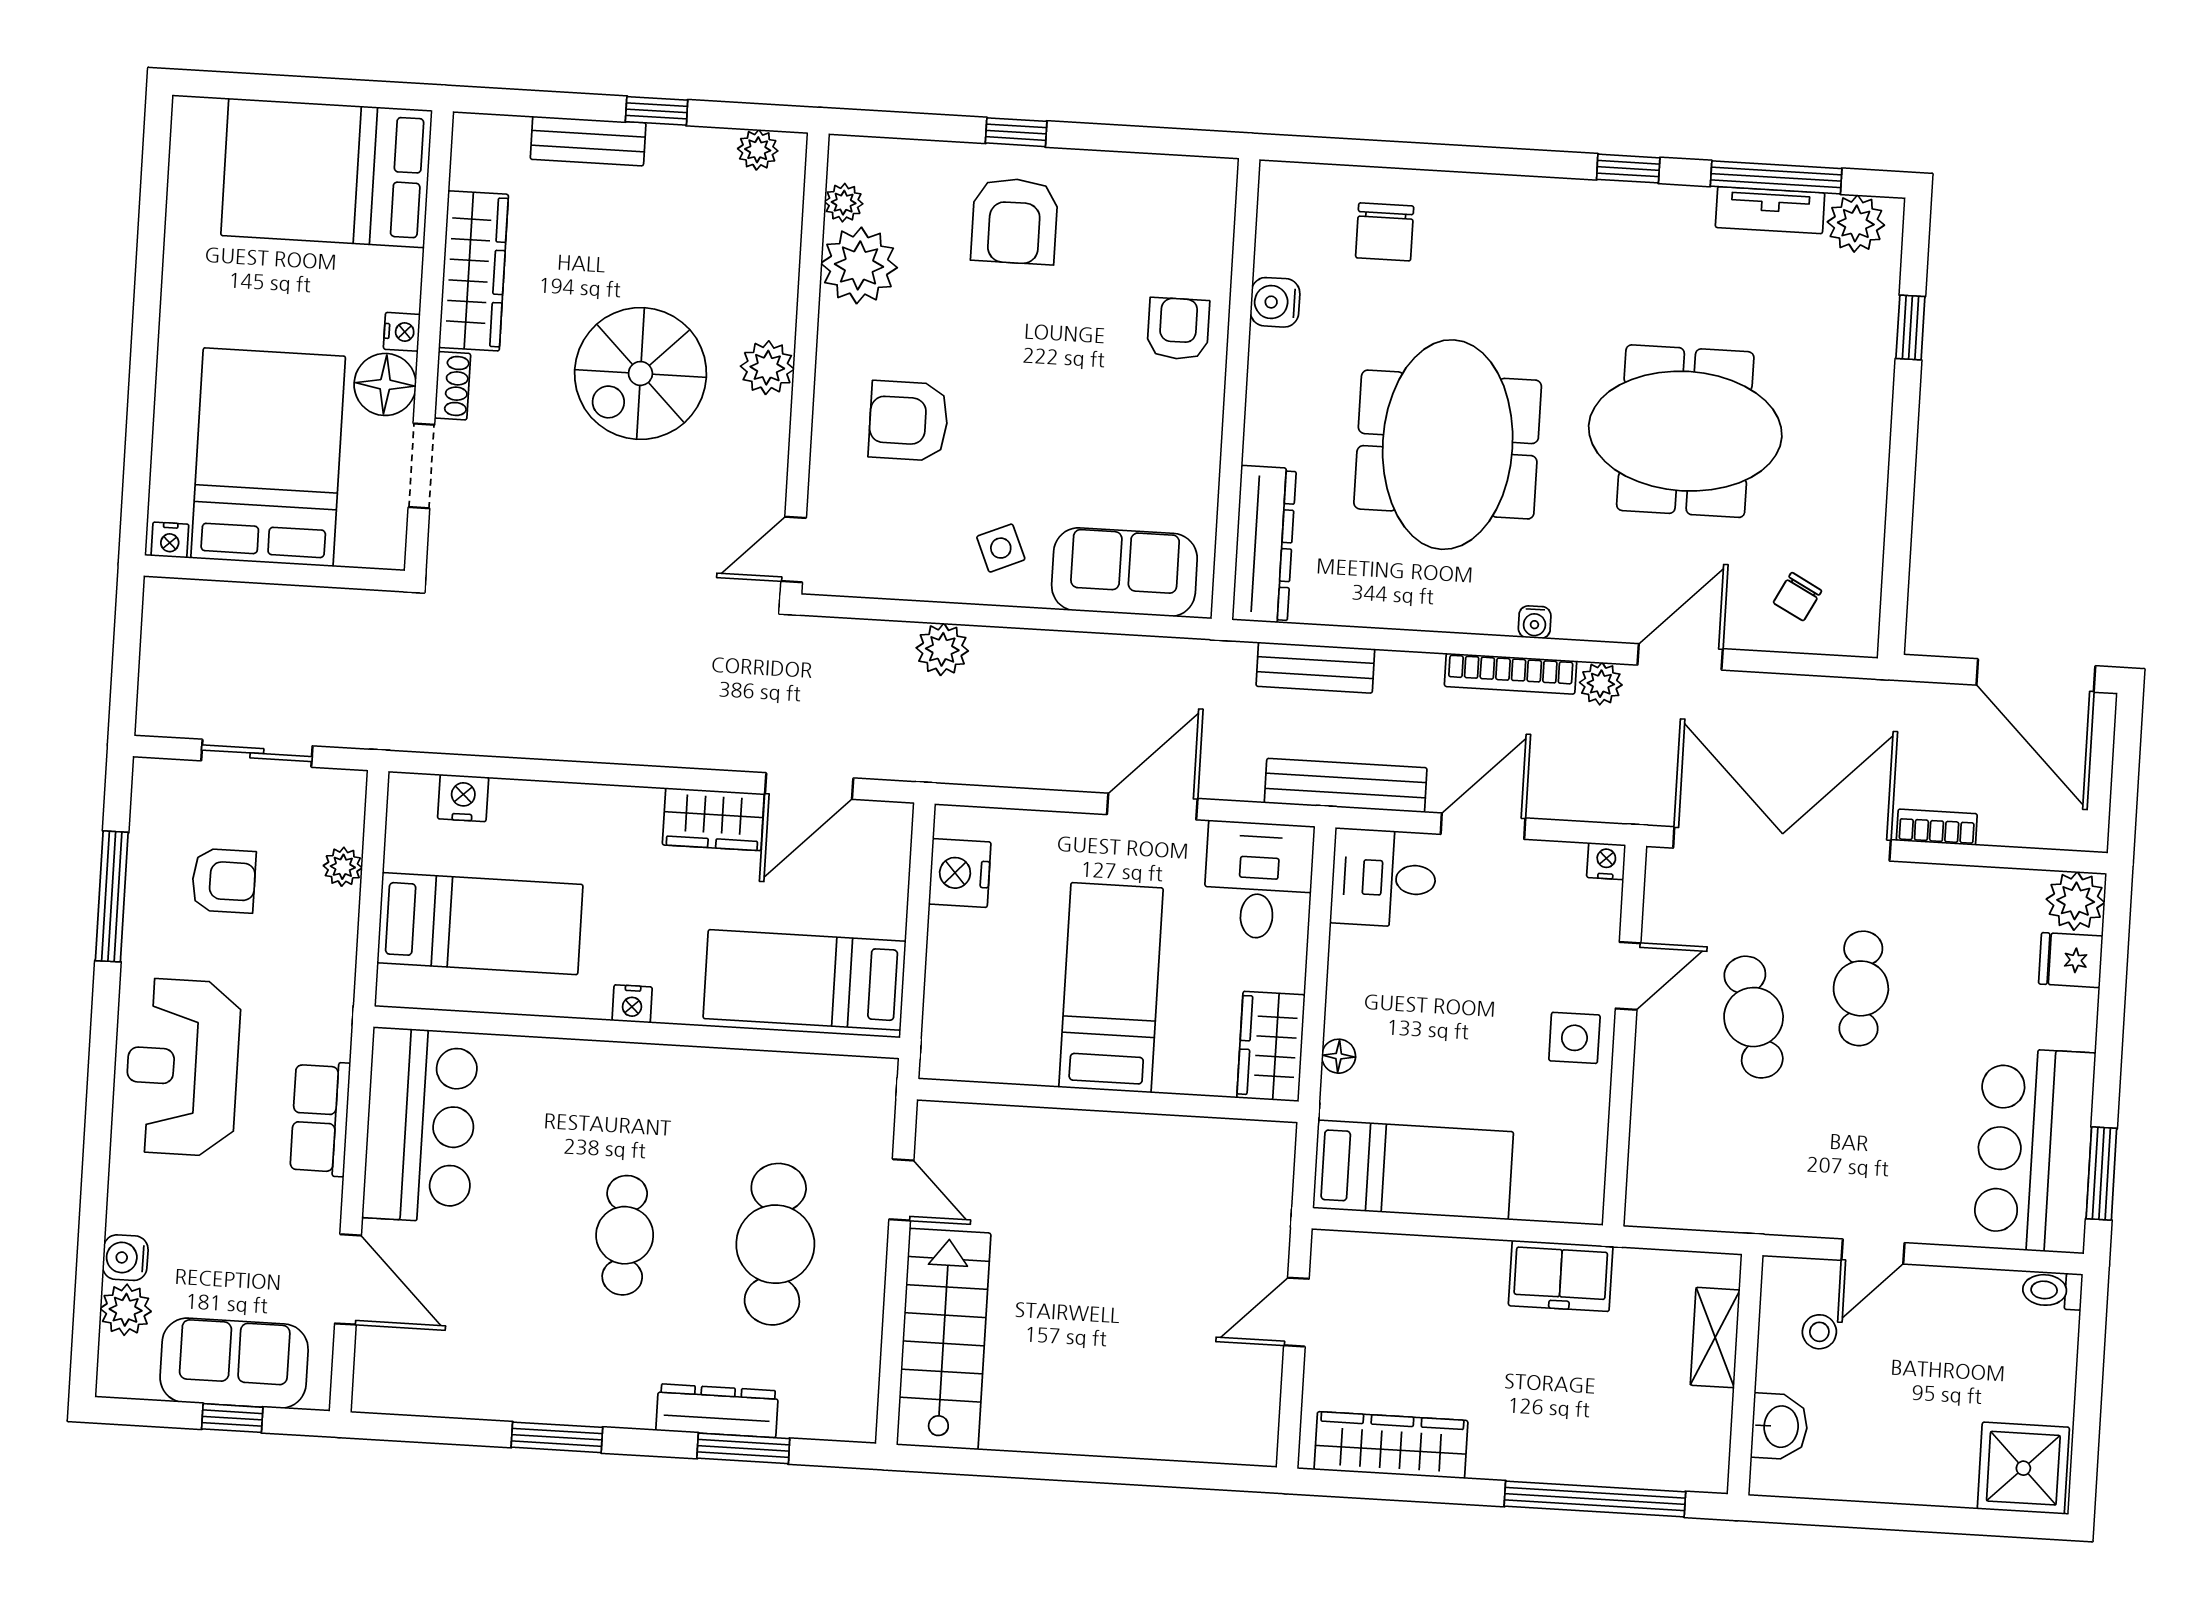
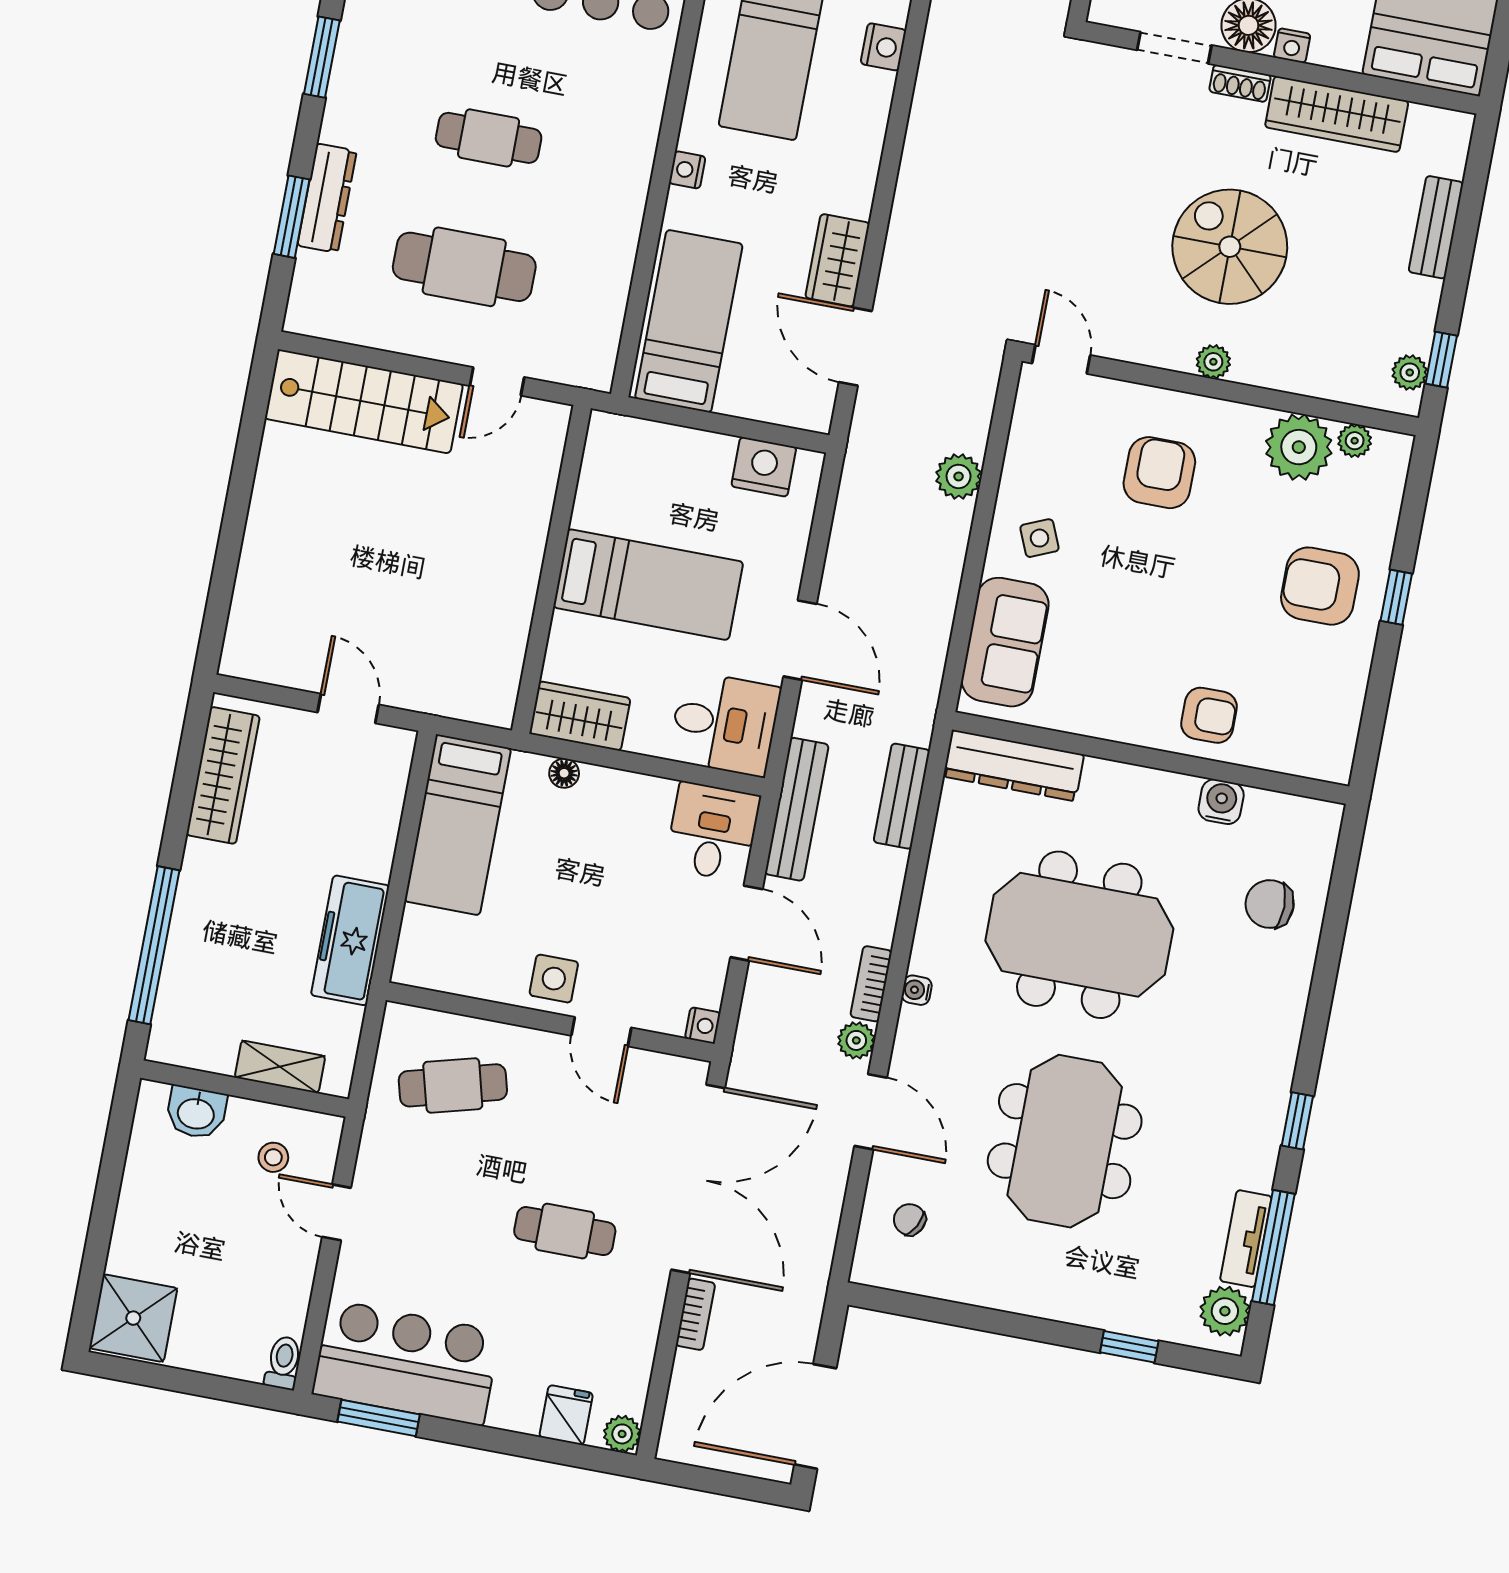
window: (657, 111) -> (1441, 360), moved
plant: (767, 368) -> (1213, 362), width x0.73, depth x0.73
bookcase: (1511, 674) -> (871, 984), width x0.64
plant: (2076, 901) -> (622, 1434), width x0.73, depth x0.73
cafe table: (1754, 1017) -> (453, 1085), moved
freezer: (1561, 1276) -> (350, 940), width x1.40

